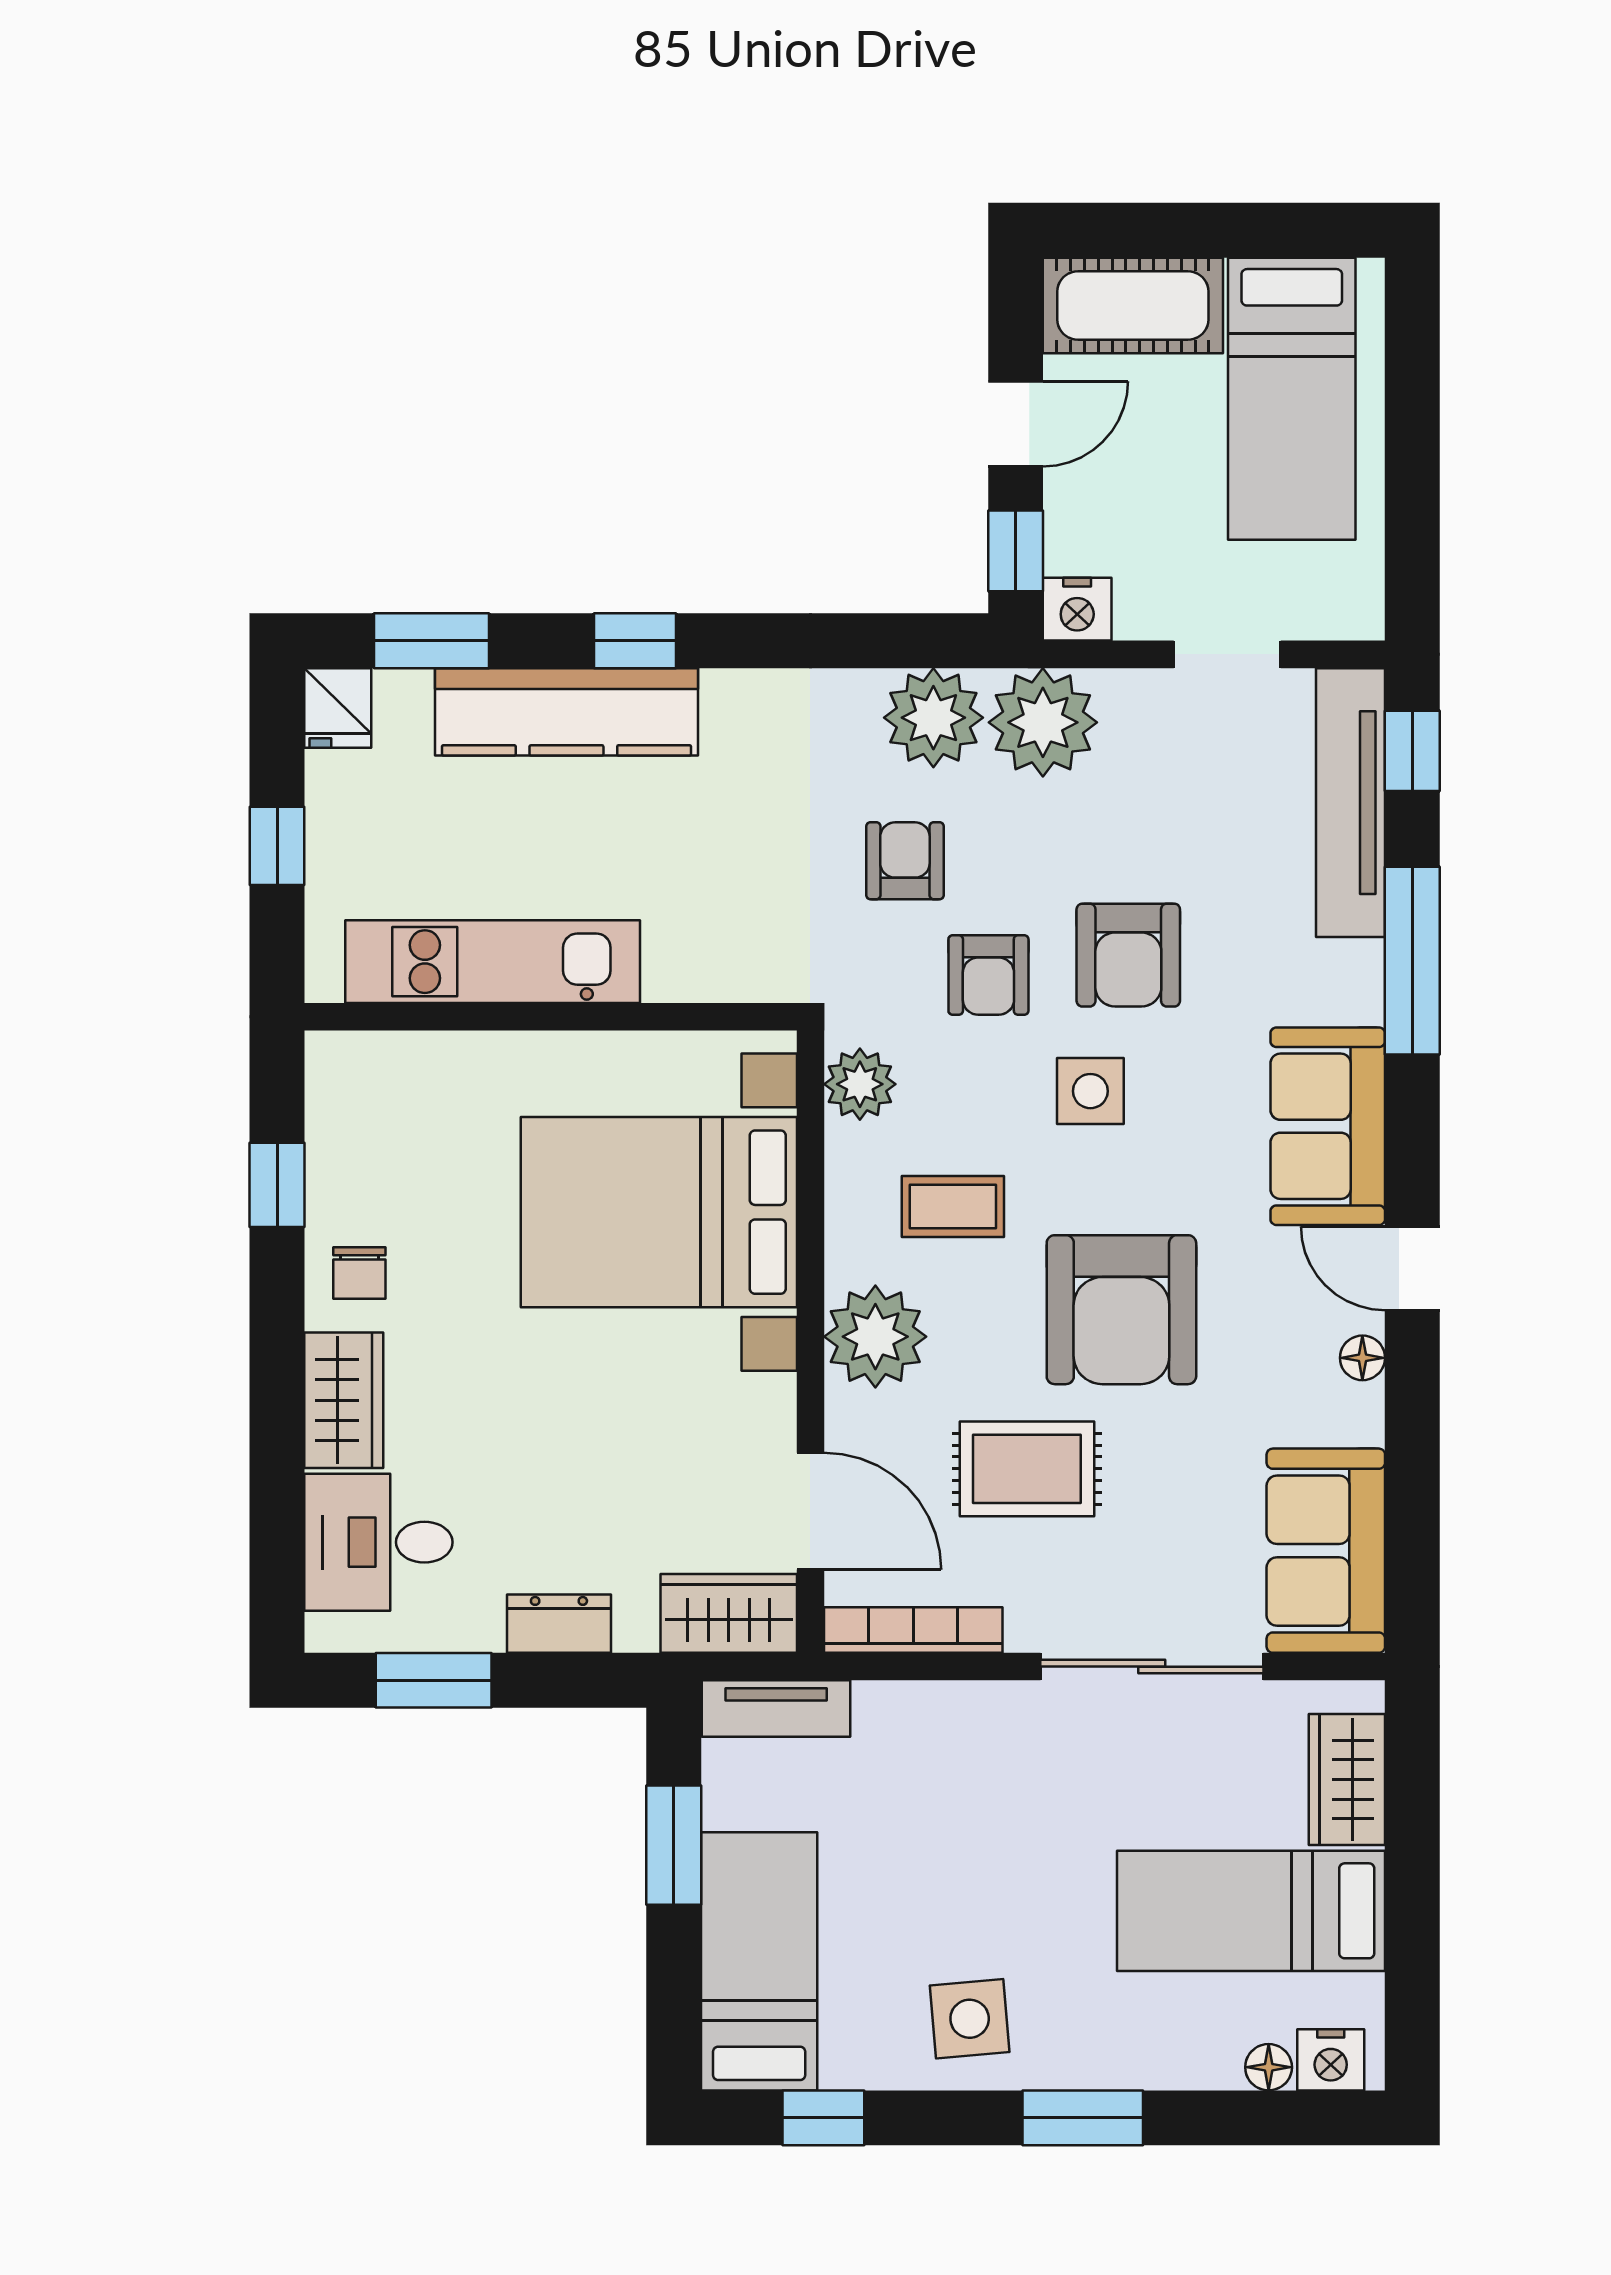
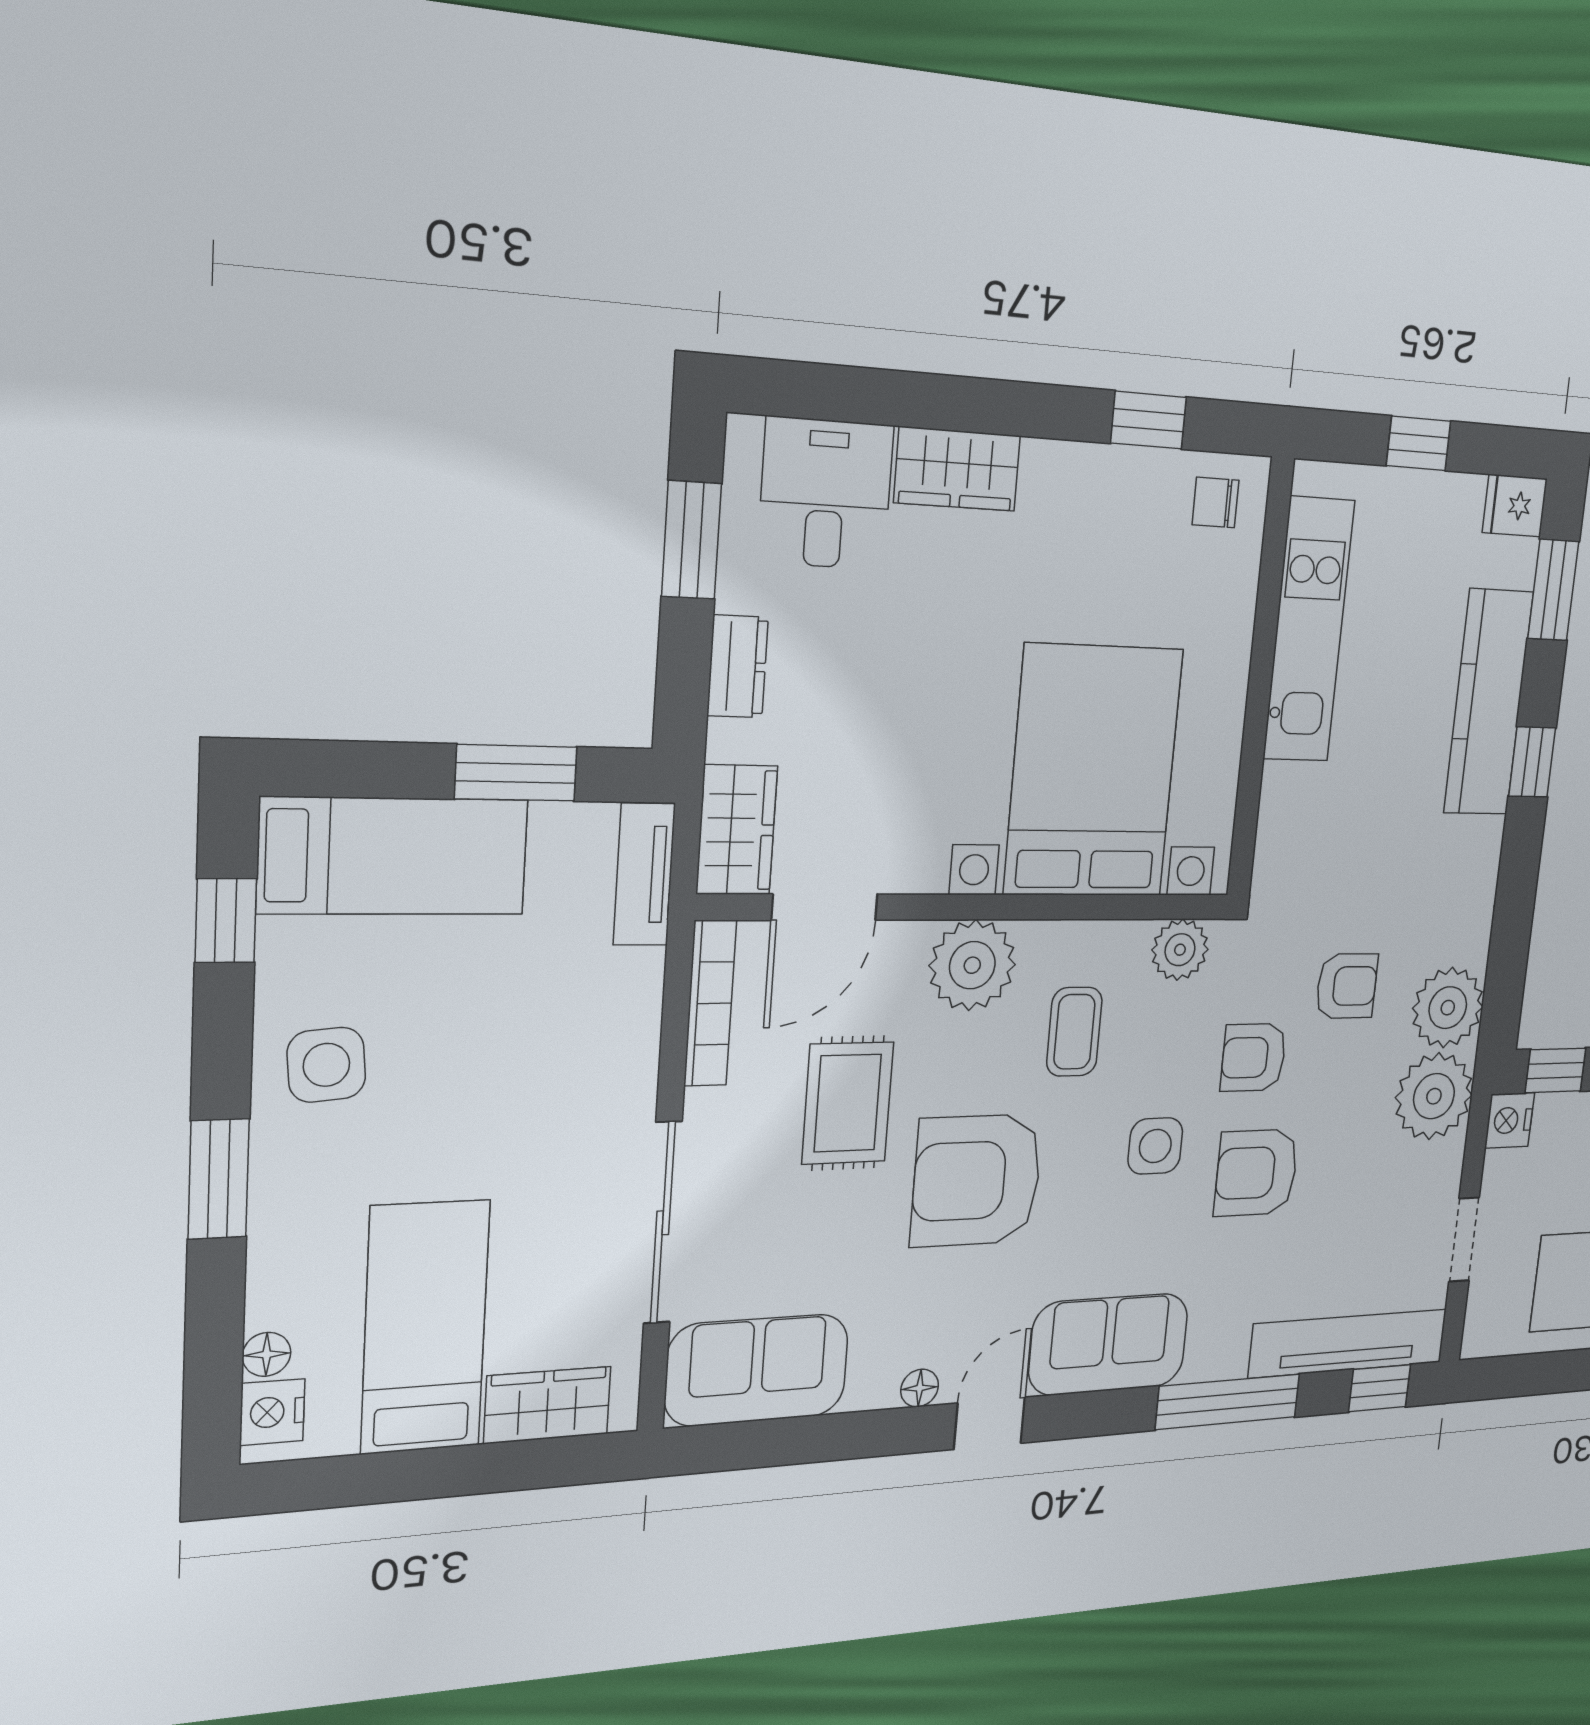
chair: (359, 1273) -> (1215, 502), moved

